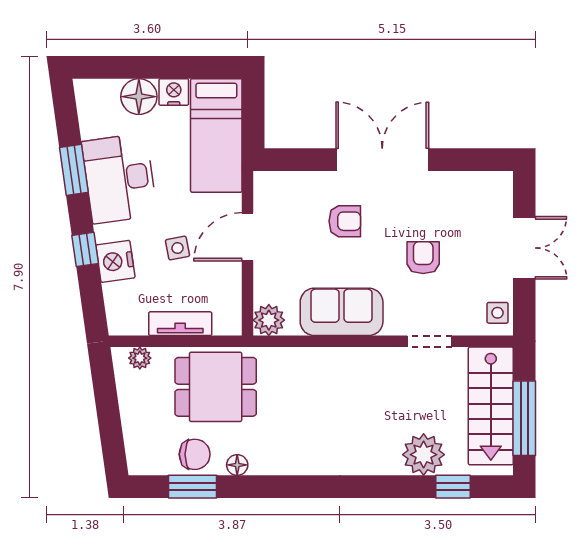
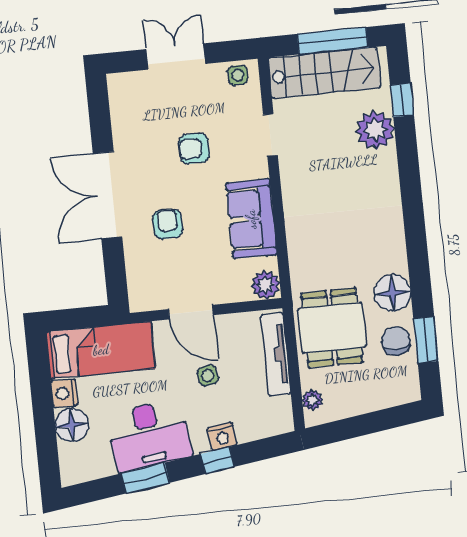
nightstand: (115, 261) -> (222, 436), width x0.74, depth x0.75
tv unit: (180, 324) -> (276, 354), width x1.41
floor lamp: (237, 465) -> (393, 293), width x1.89, depth x1.89

